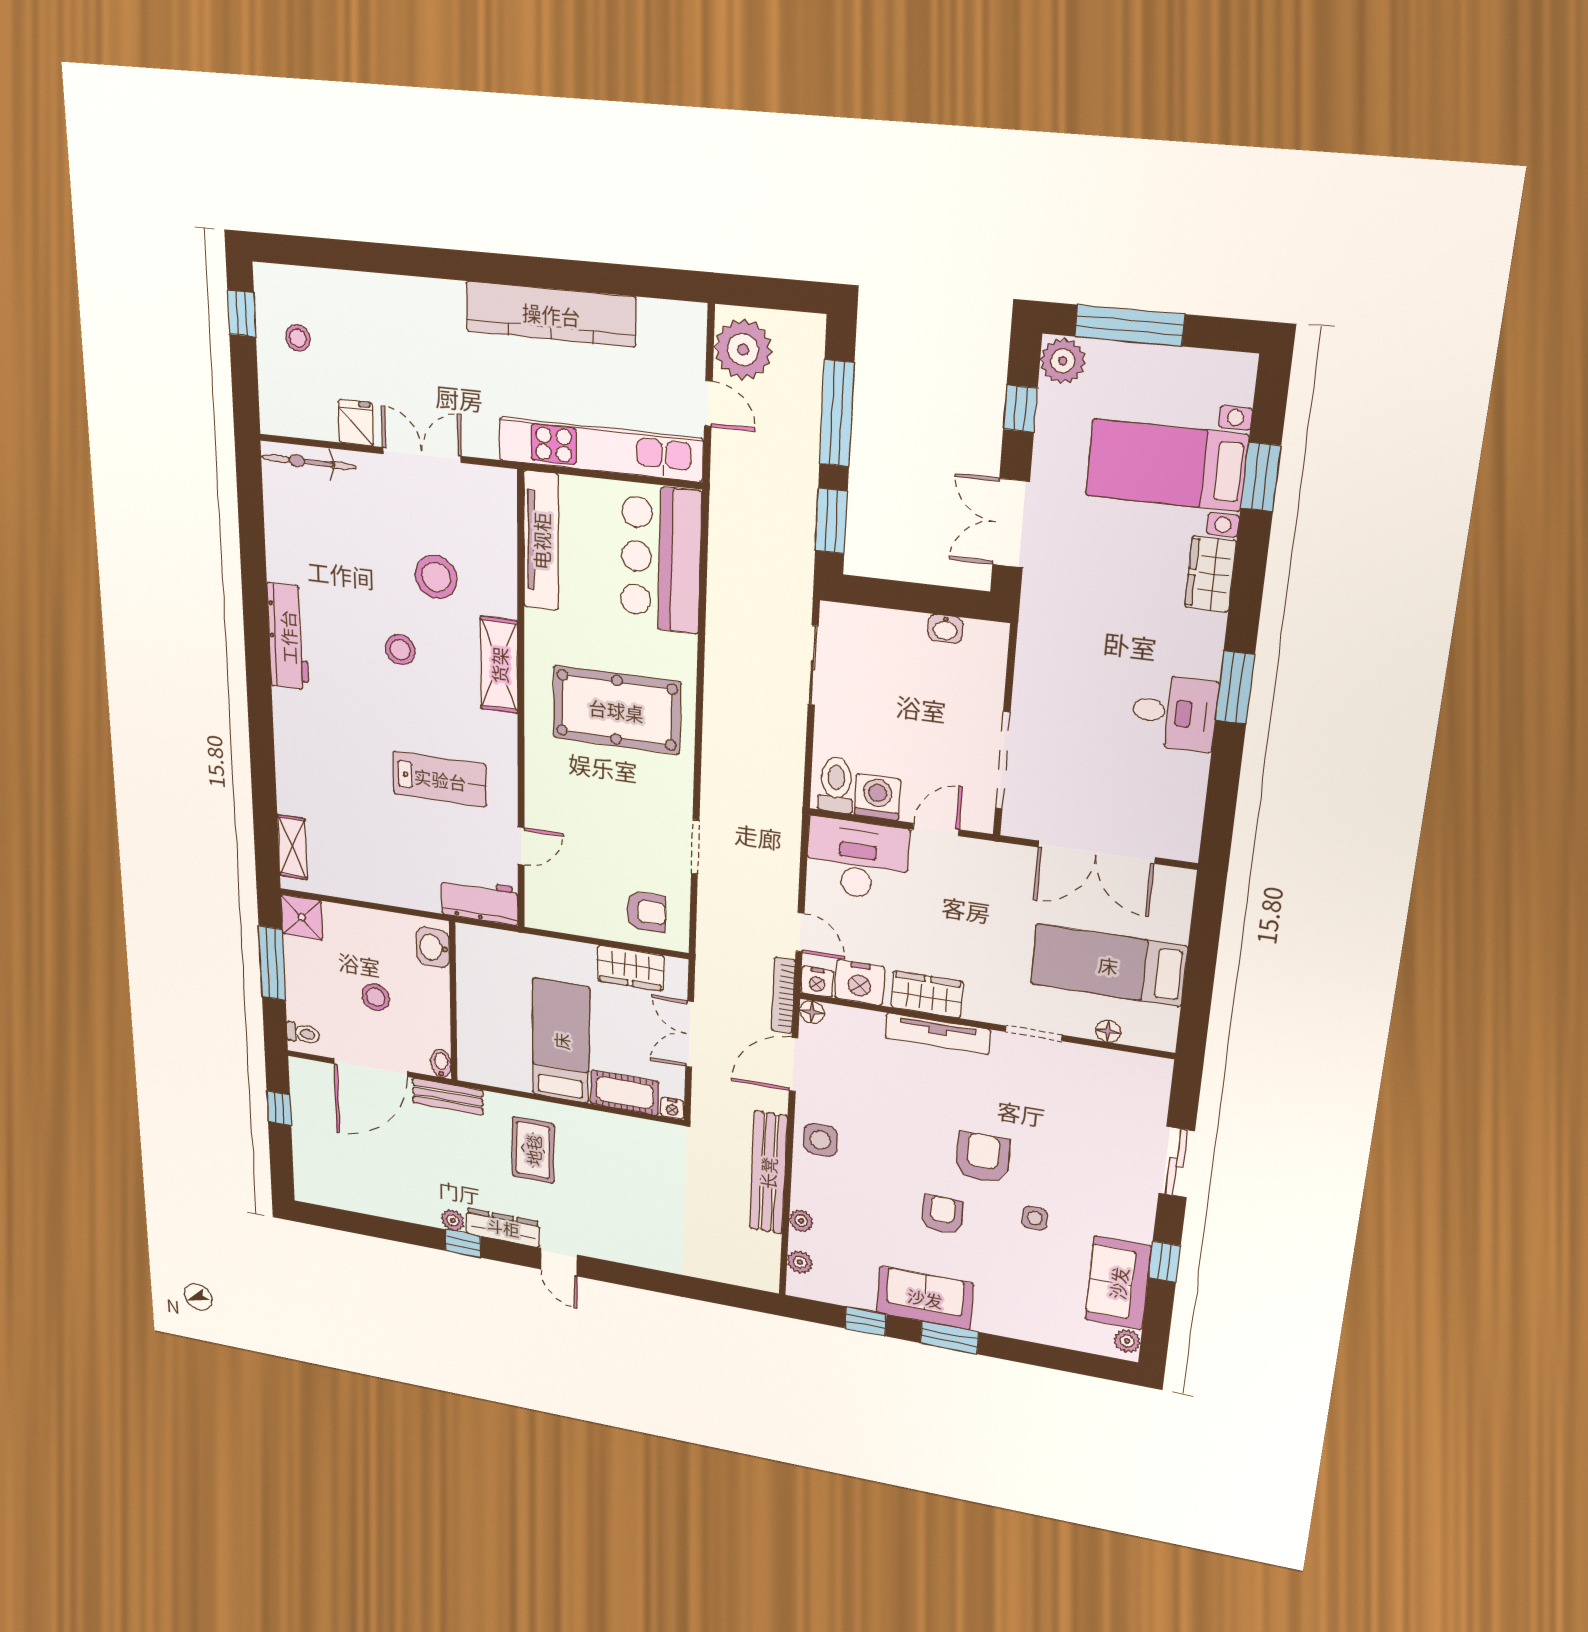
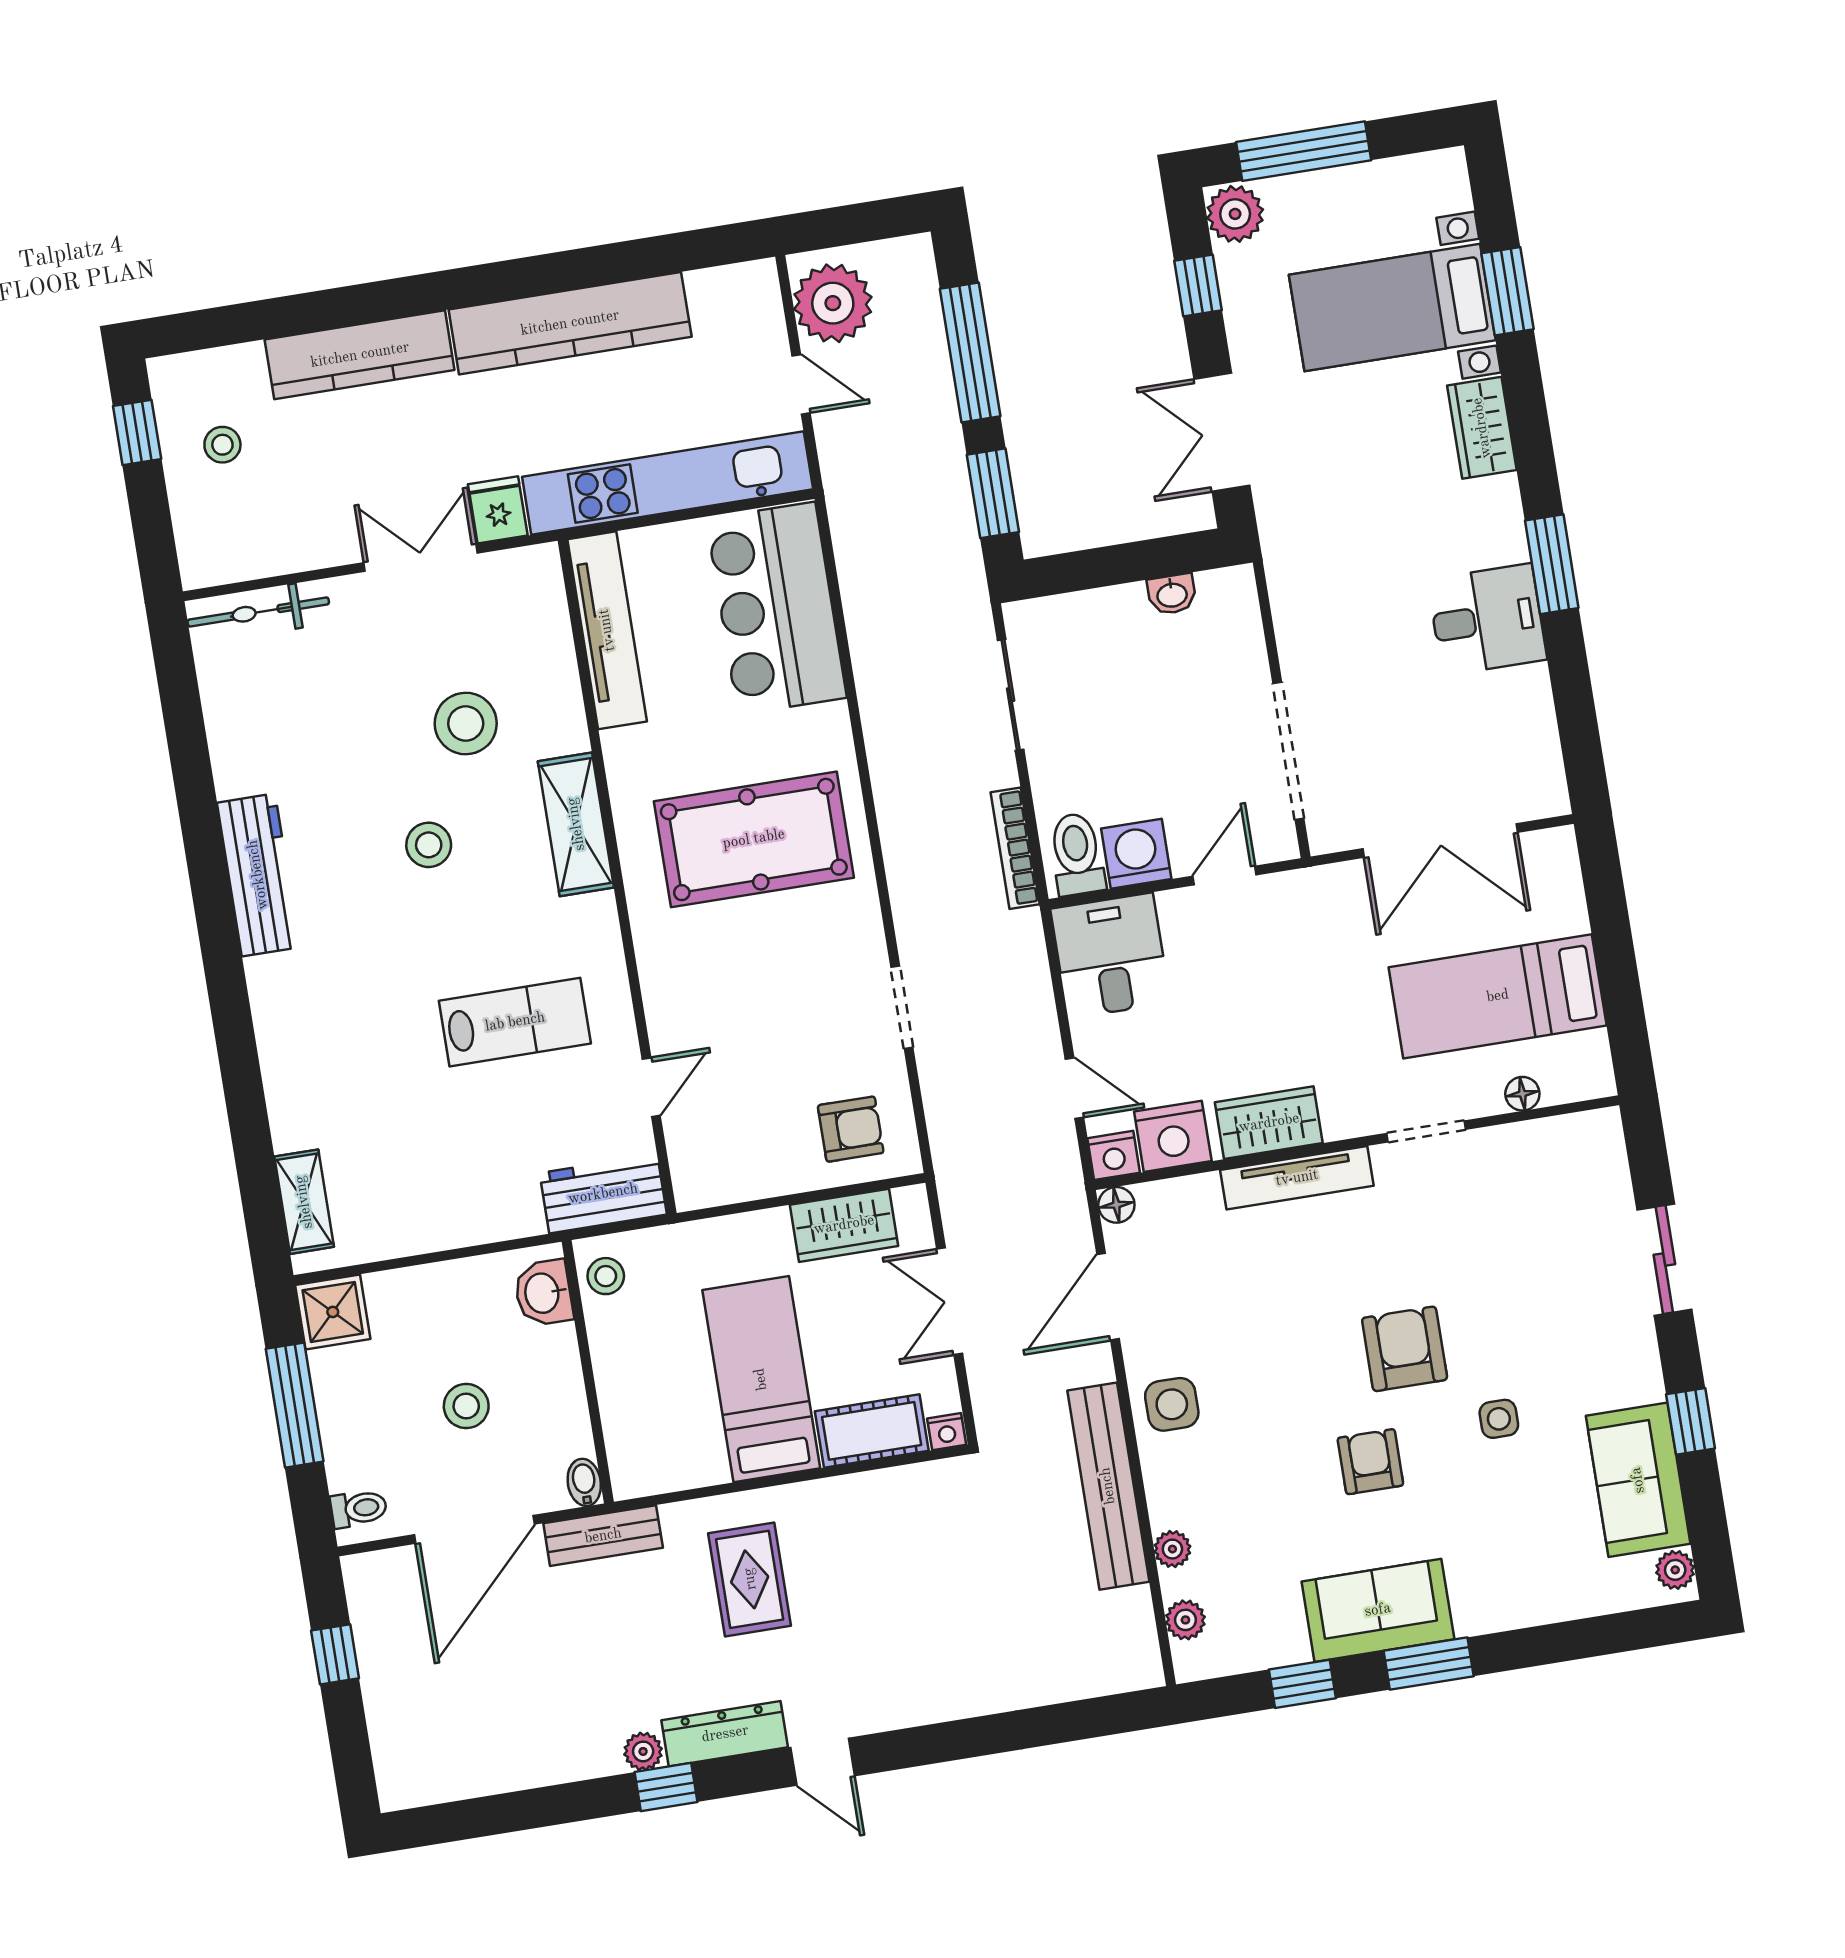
kitchen counter: (399, 298) -> (360, 355), added
fridge: (356, 423) -> (498, 510), moved
desk: (858, 859) -> (1110, 956), width x0.73
stool: (473, 950) -> (606, 1276), added
bookcase: (783, 996) -> (1015, 848), moved

